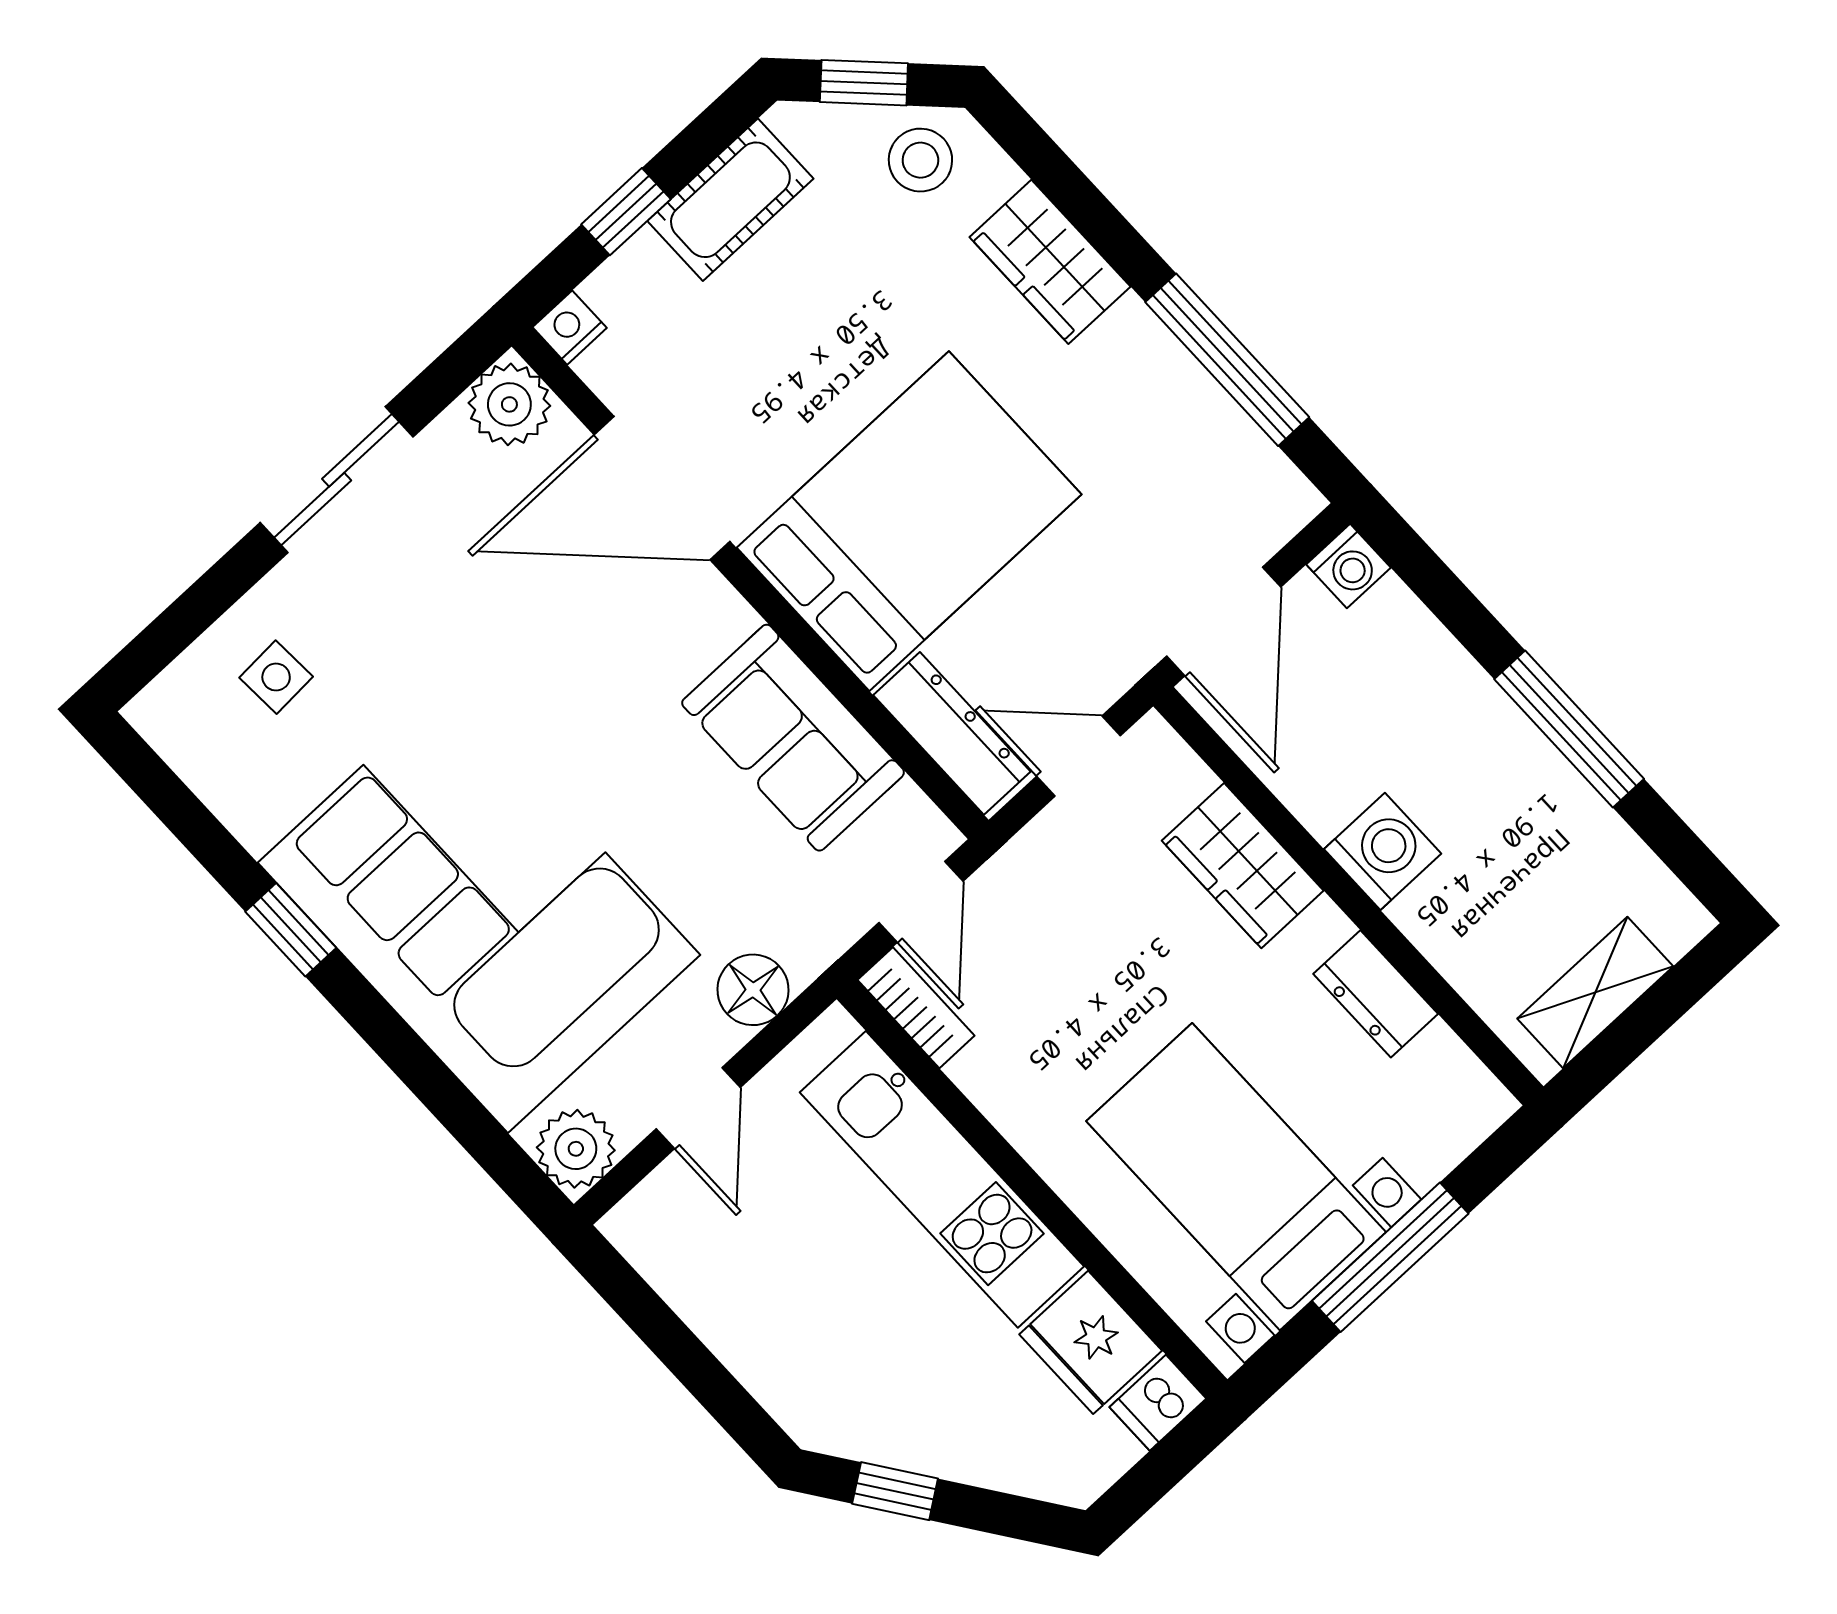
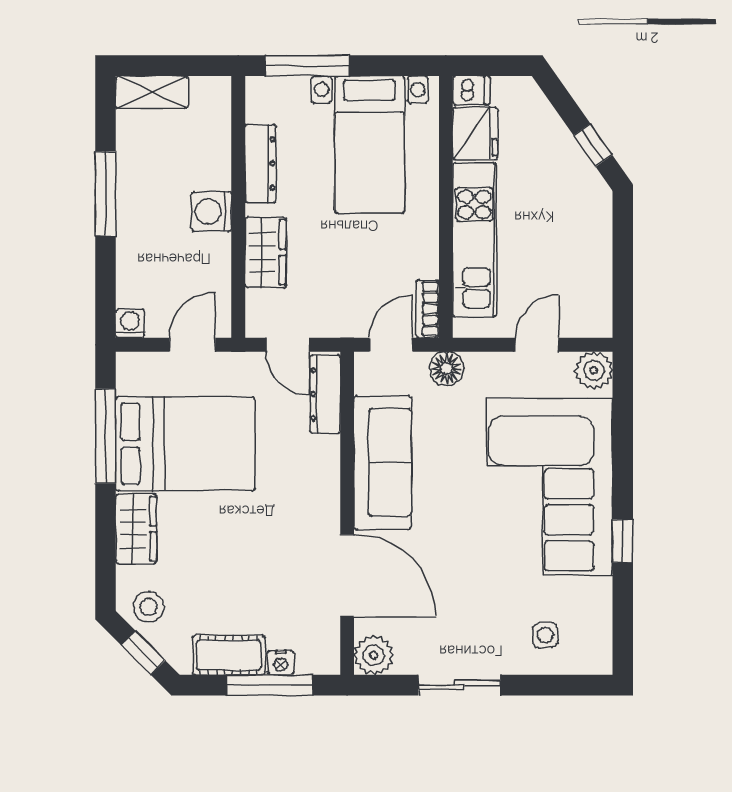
window: (626, 212) -> (269, 685), width x2.17
nightstand: (570, 328) -> (281, 663), moved
bed: (909, 521) -> (185, 444), moved, turned 180
door: (1224, 622) -> (192, 345), width x0.73
sofa: (793, 738) -> (382, 462), width x1.36
floor lamp: (753, 990) -> (446, 369), moved
shelving: (1595, 993) -> (152, 92), moved
dresser: (1376, 994) -> (261, 164), width x1.44
window: (1390, 1257) -> (307, 66), moved

